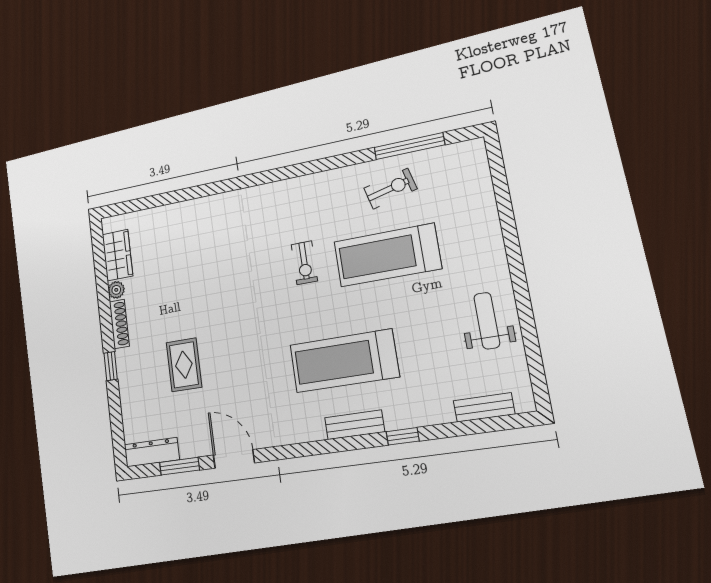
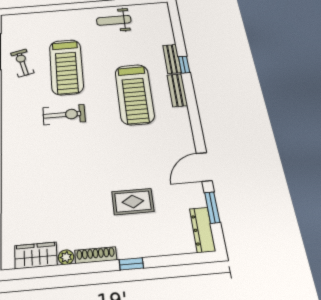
exercise bike: (304, 263) -> (64, 115), width x1.38, depth x1.39
bench: (484, 407) -> (172, 59), moved

